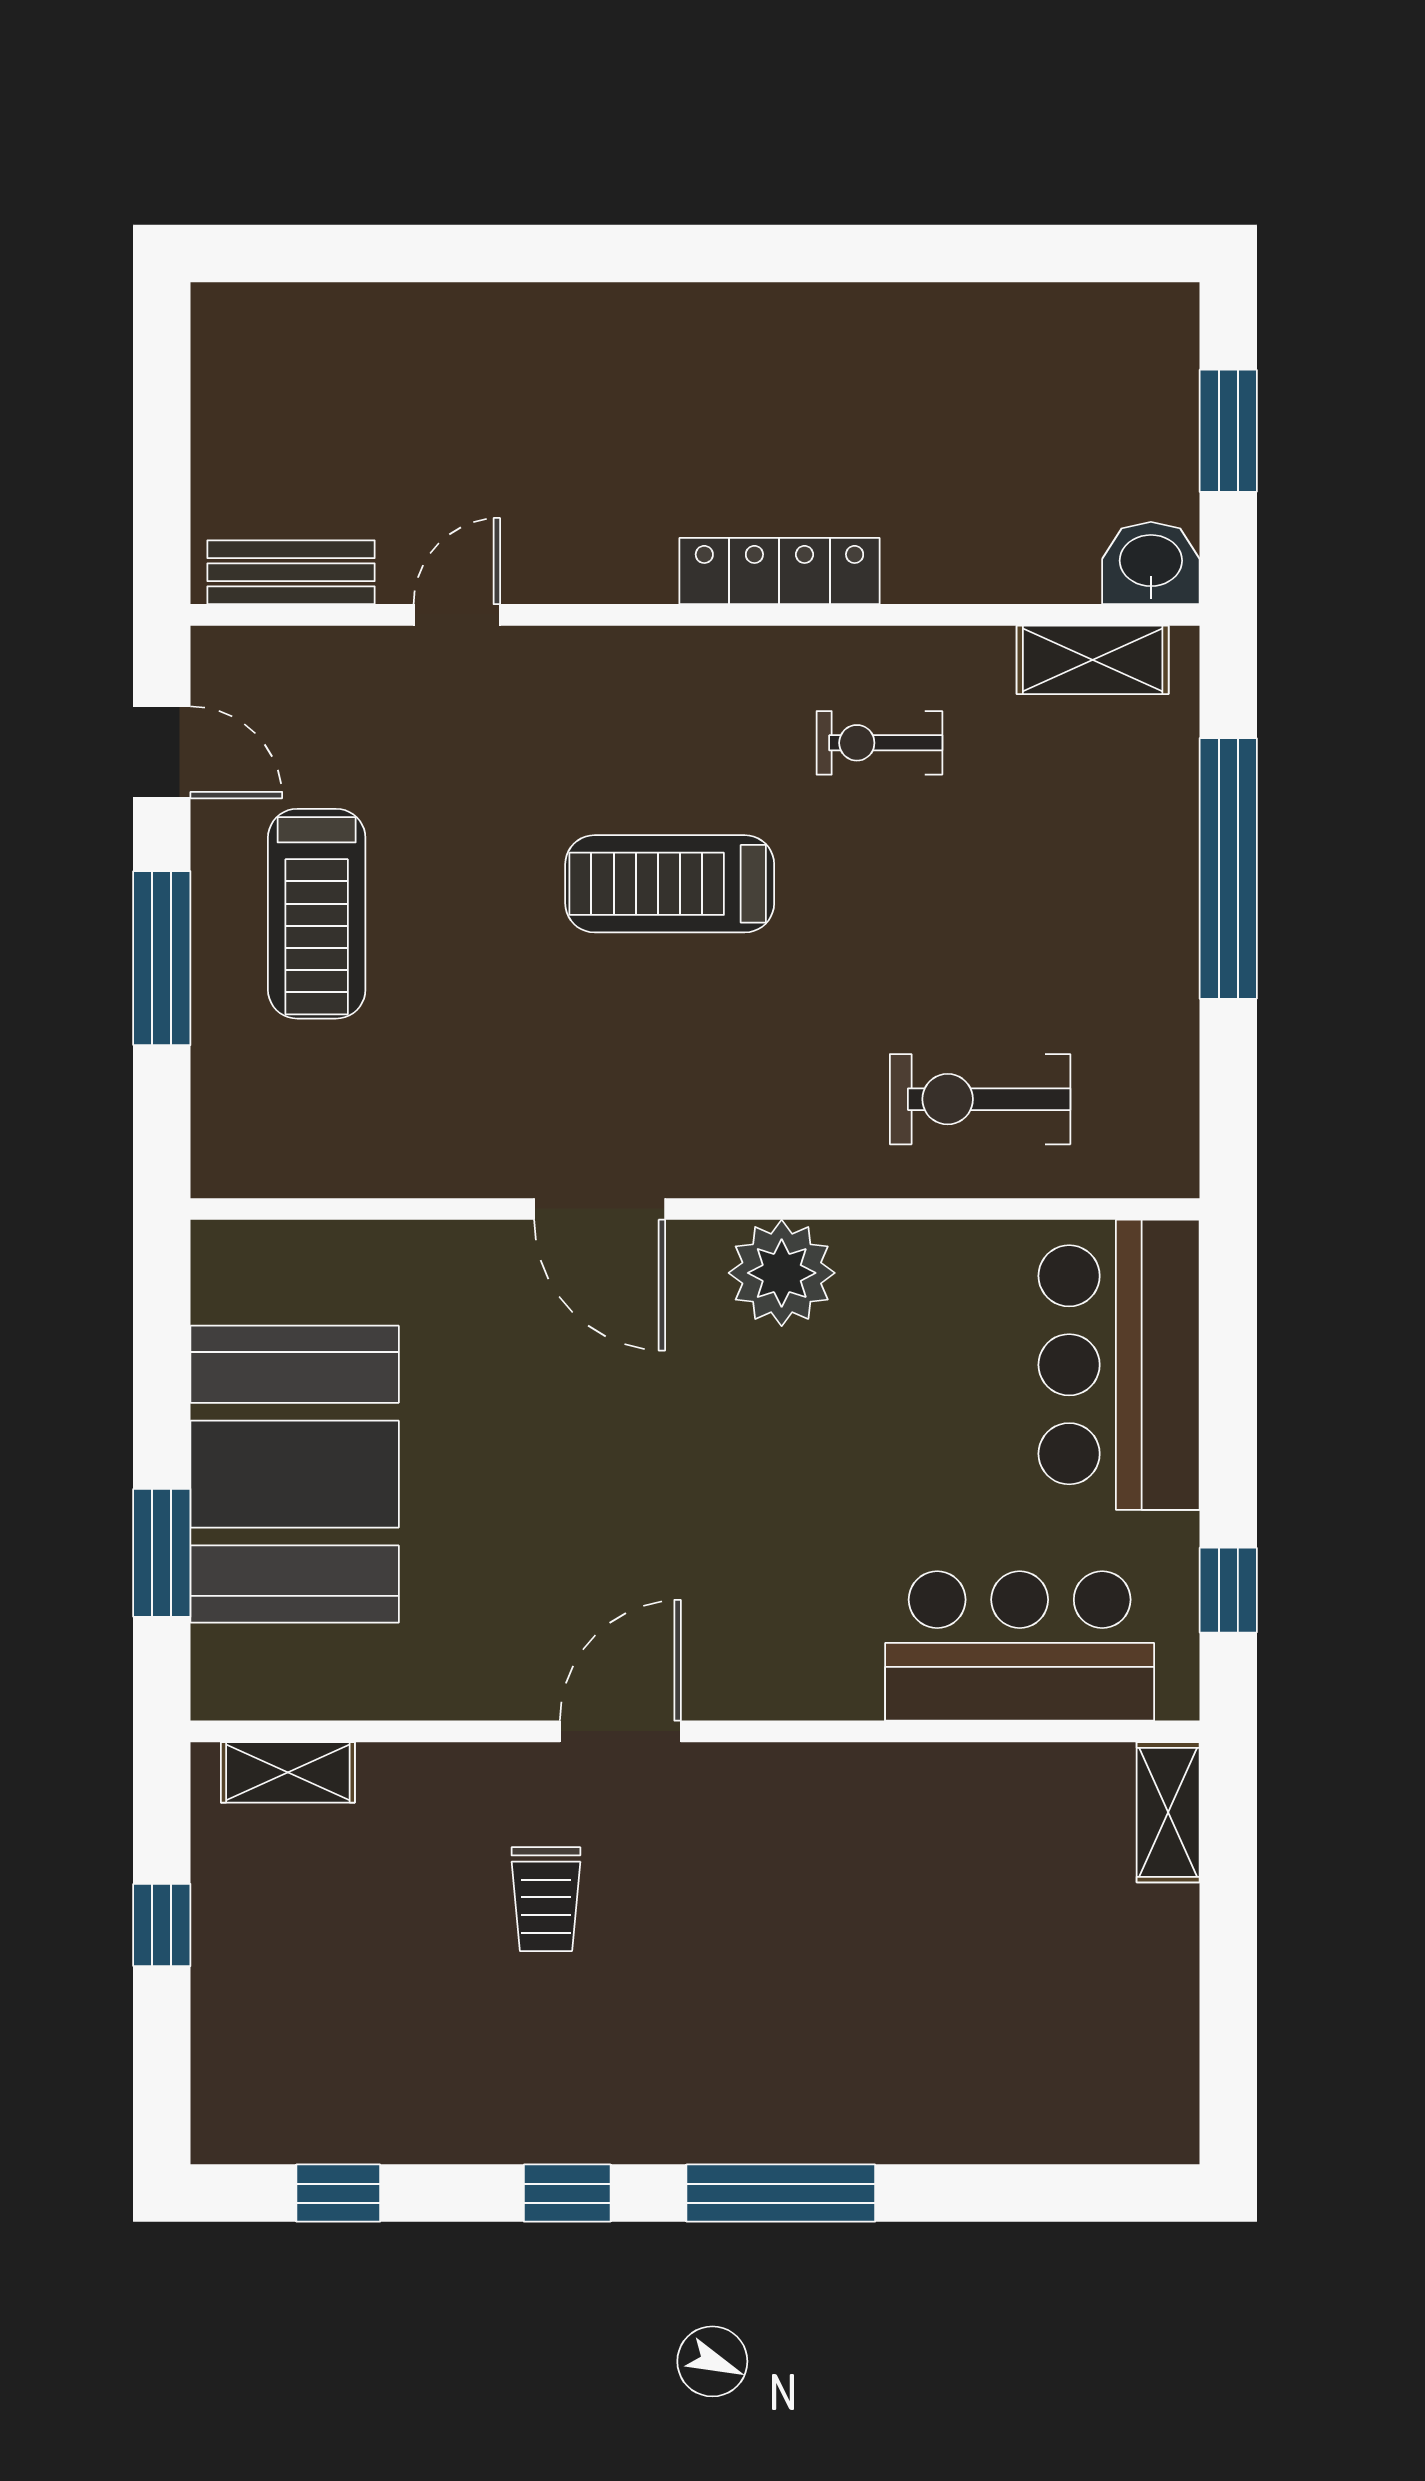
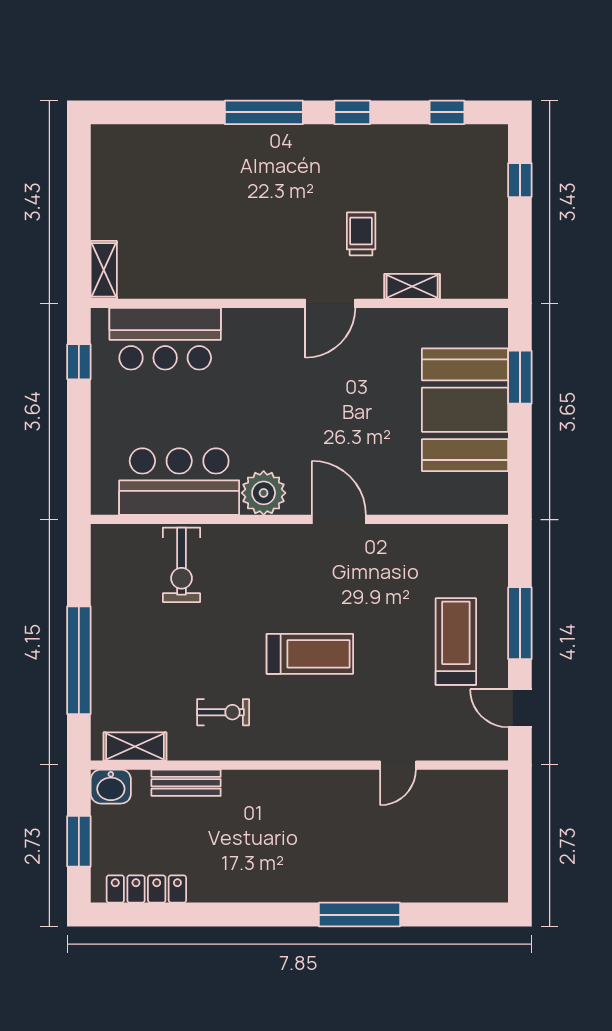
window: (550, 254) -> (359, 915), added
locker: (779, 571) -> (146, 889), moved, turned 180
bench: (291, 572) -> (186, 783), moved
exercise bike: (980, 1099) -> (181, 565), turned 90
bar counter: (1119, 1365) -> (179, 482), moved, turned -90
shelving: (288, 1772) -> (412, 286), moved
window: (162, 1925) -> (520, 180), moved

